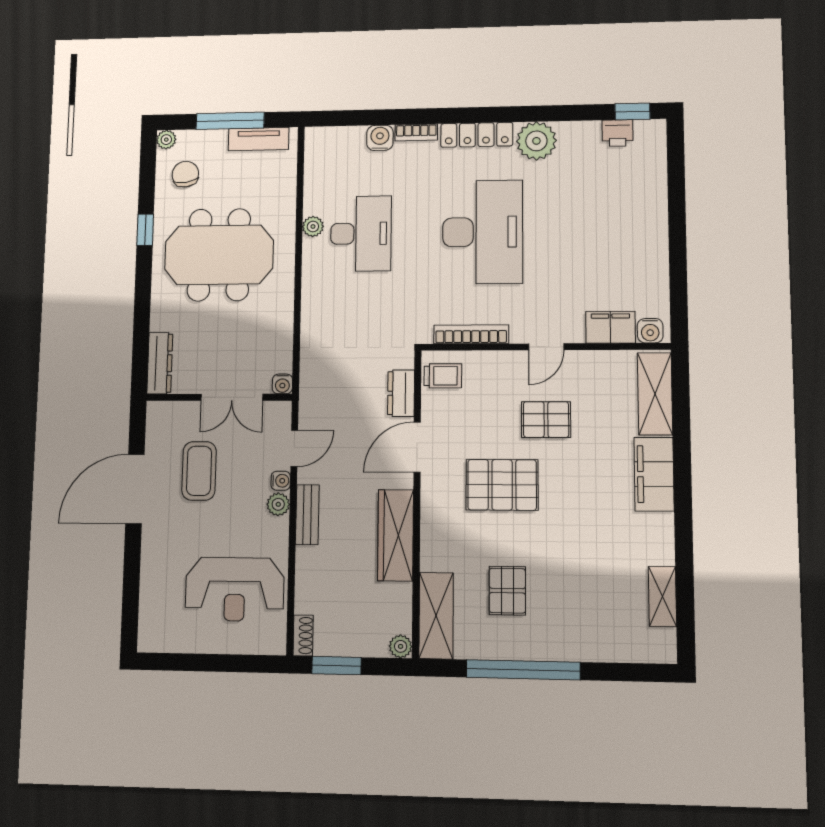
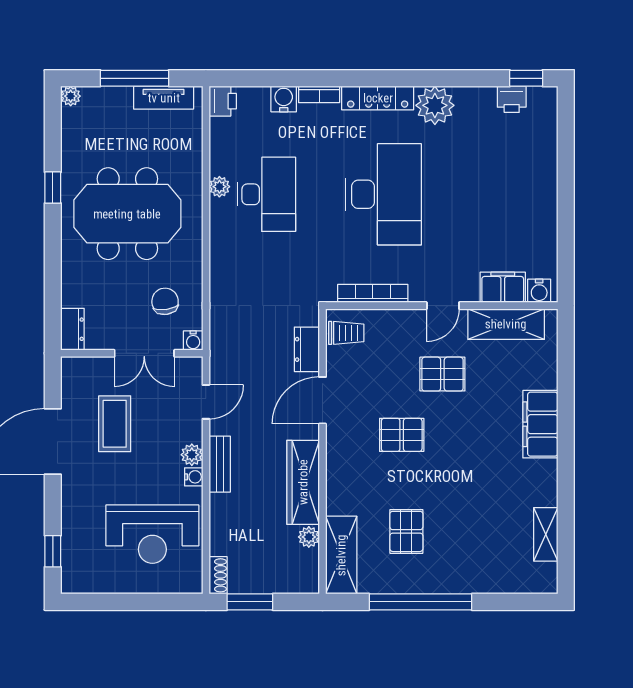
printer: (318, 141) -> (223, 101), added
chair: (185, 174) -> (165, 301), moved
dresser: (160, 363) -> (72, 329), width x0.70
shelving: (655, 394) -> (506, 324), moved, turned 90
water cooler: (281, 481) -> (194, 477), moved
pallet: (502, 485) -> (402, 435), width x0.67, depth x0.71
window: (130, 606) -> (53, 551), added
plant: (401, 646) -> (309, 537), moved

